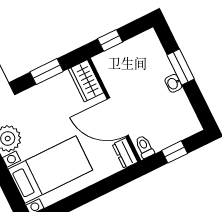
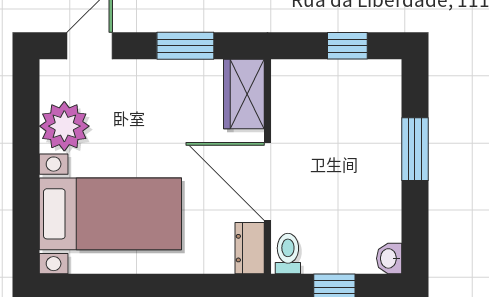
window: (110, 40) -> (347, 46), moved
washbasin: (173, 83) -> (389, 258), moved

